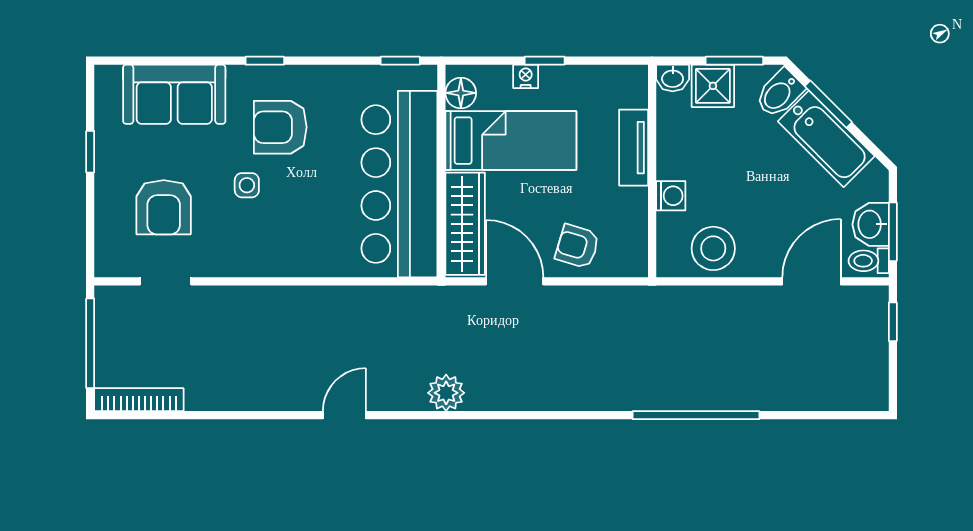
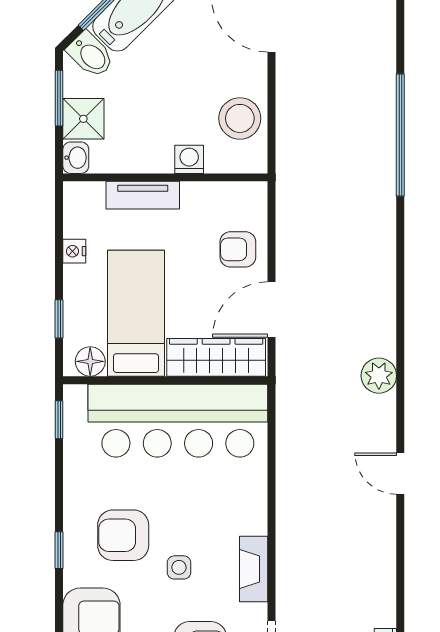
window: (545, 61) -> (59, 319), moved
nightstand: (526, 76) -> (74, 251), moved
armchair: (280, 127) -> (123, 535), turned 90
armchair: (577, 246) -> (238, 249), turned 73
fireplace: (245, 263) -> (254, 569), added

